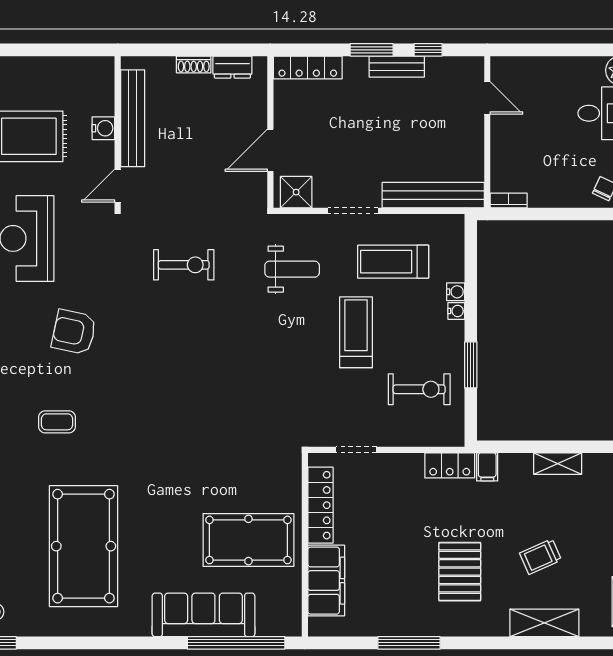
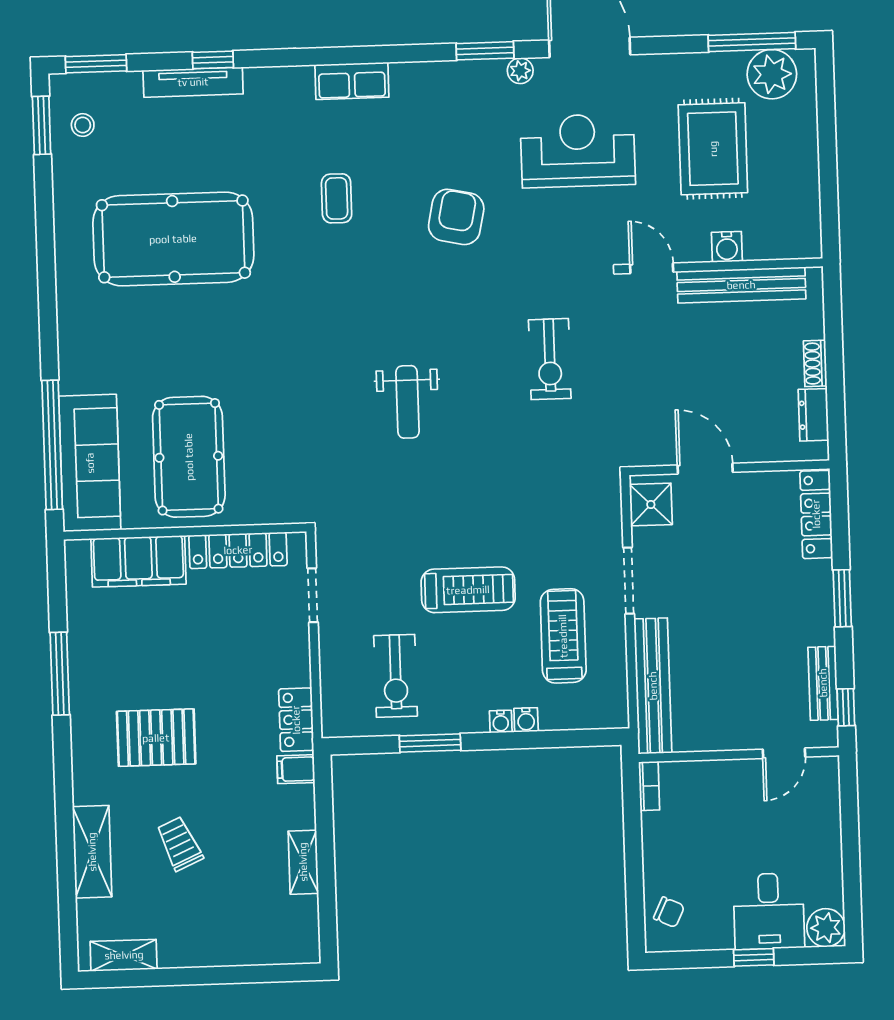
window: (428, 50) -> (846, 707), moved
bench: (397, 67) -> (823, 683), moved
weight bench: (292, 269) -> (408, 402), moved
sofa: (203, 615) -> (90, 463), moved

